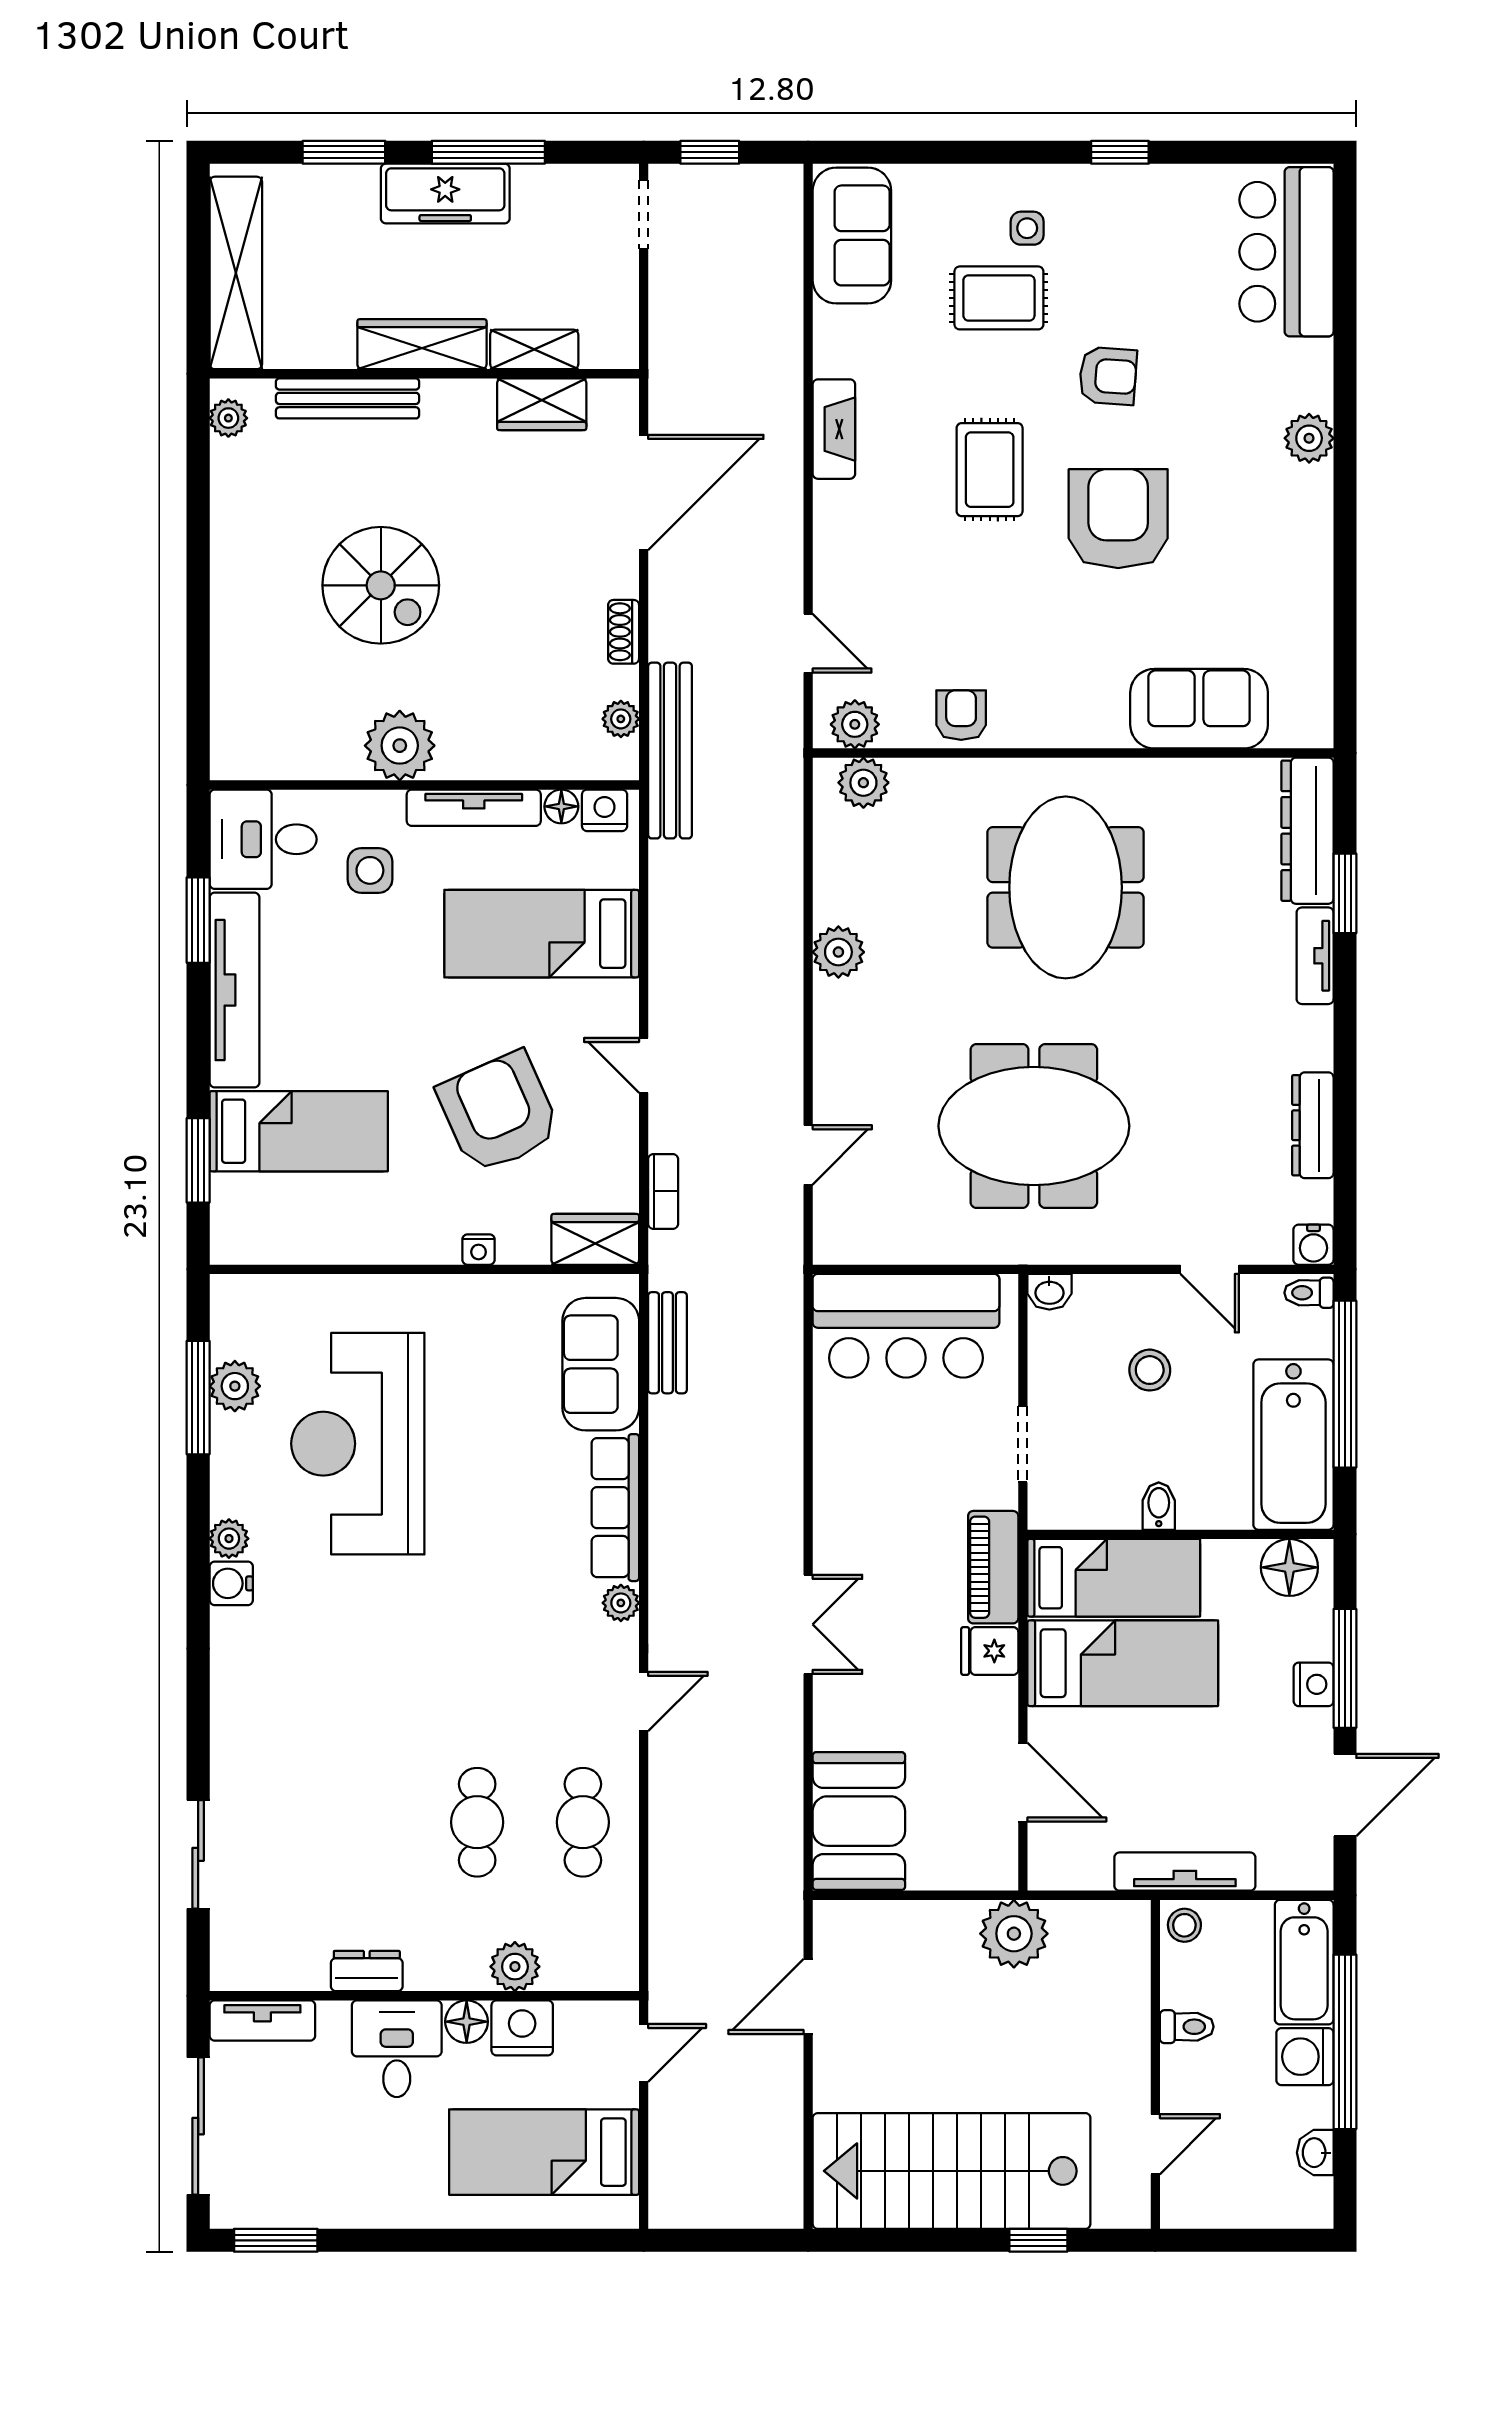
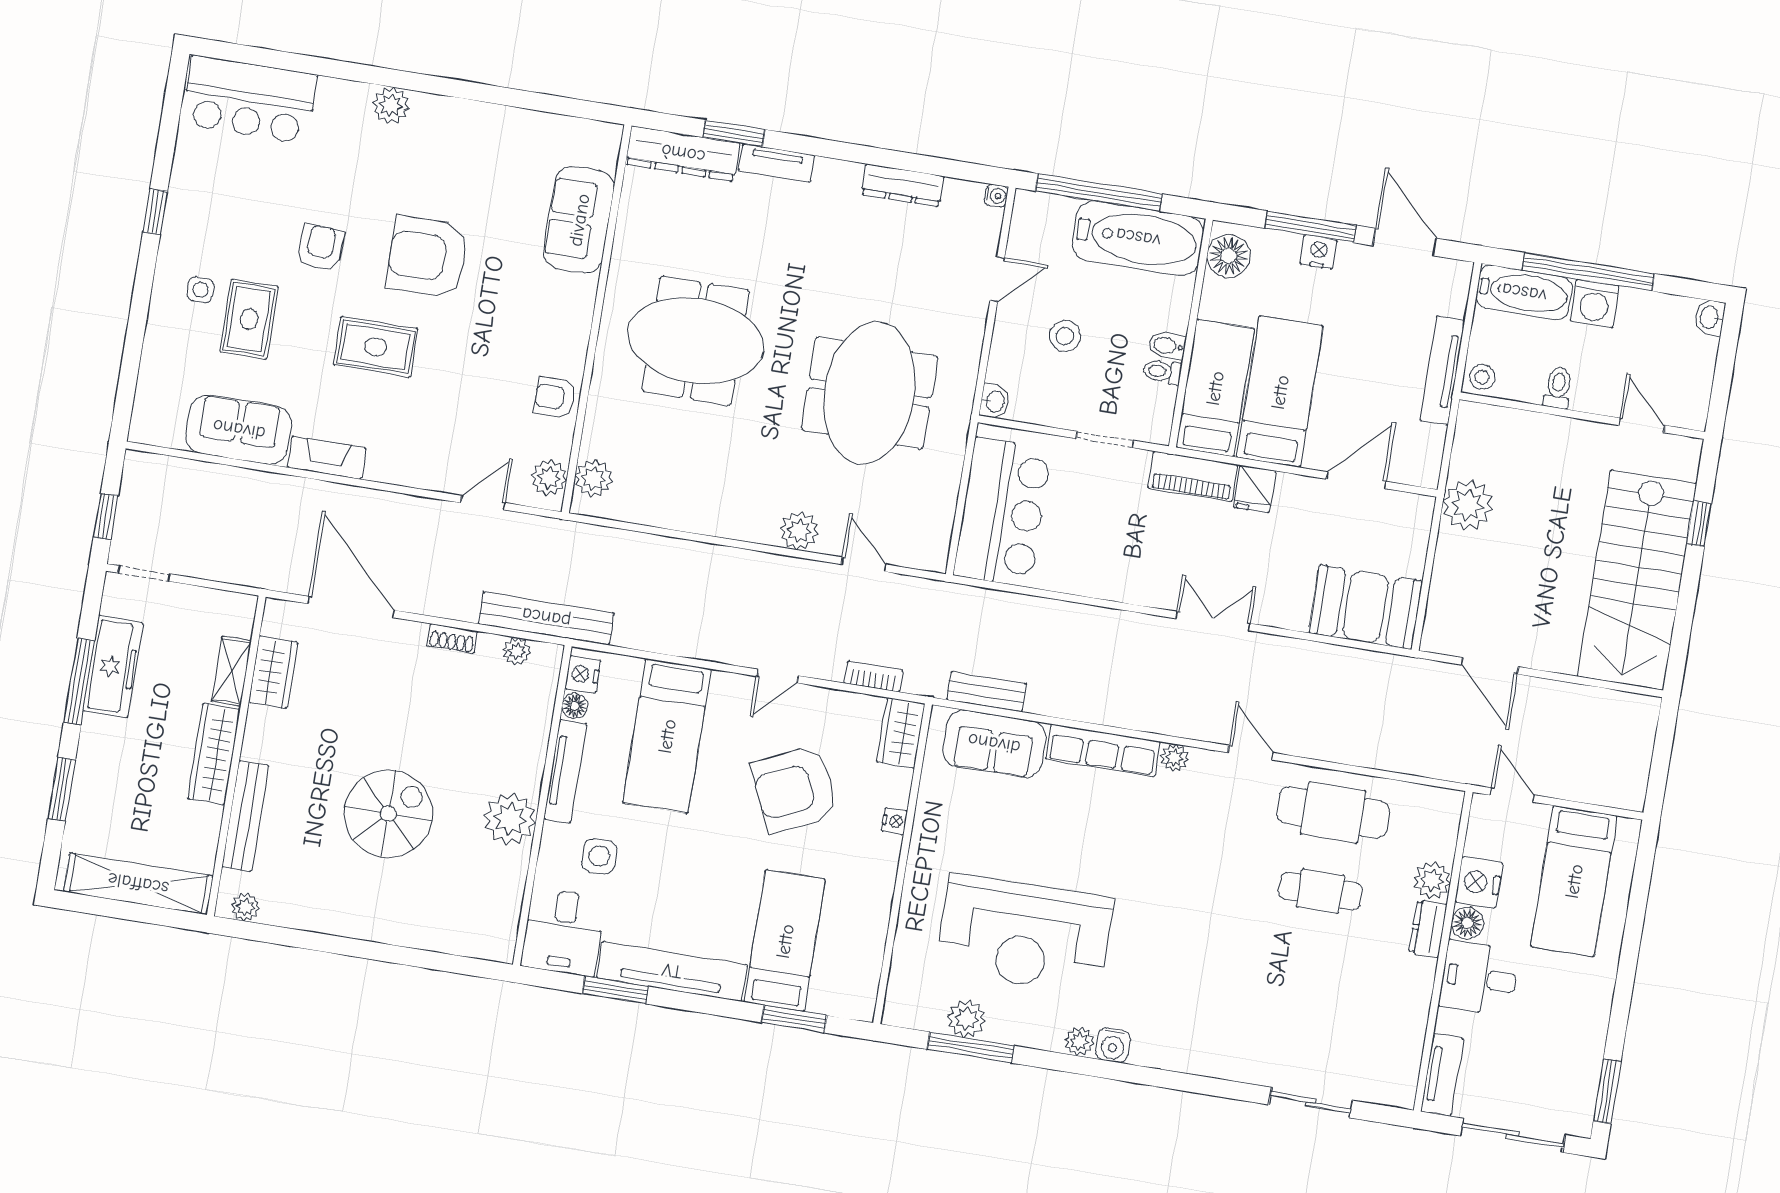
freezer: (445, 194) -> (113, 667), moved
sofa: (852, 235) -> (239, 430), moved
plant: (838, 952) -> (799, 531), moved
water cooler: (1313, 1245) -> (996, 196), width x0.72, depth x0.72
toilet: (1309, 1293) -> (1162, 372), moved, turned 90
cafe table: (583, 1822) -> (1333, 812), width x1.37, depth x1.35
dresser: (367, 1971) -> (1428, 929), moved
washbasin: (1315, 2153) -> (1710, 317), moved, turned 90

